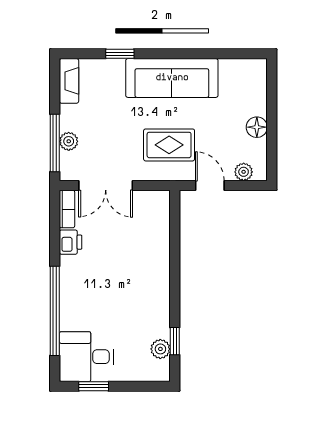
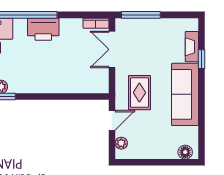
fireplace: (69, 81) -> (192, 47), moved, turned 90
floor lamp: (257, 127) -> (185, 152), moved
plant: (69, 141) -> (142, 24), removed
printer: (71, 242) -> (43, 29), moved, width x1.87, depth x1.48

